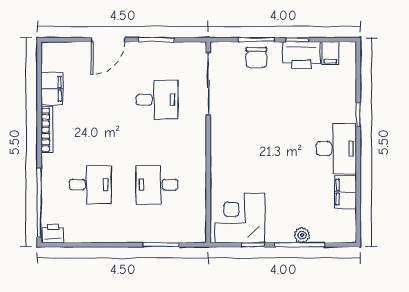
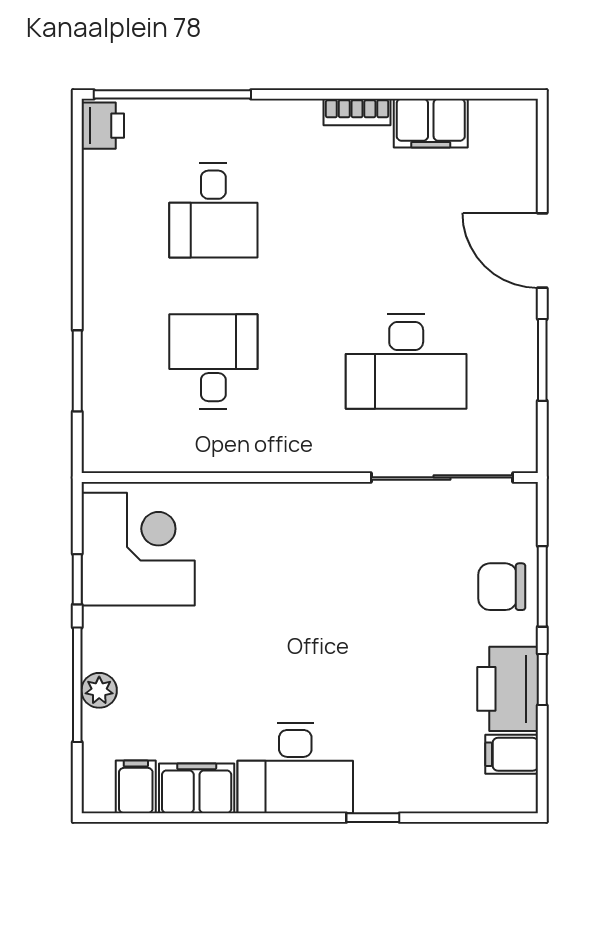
desk: (157, 100) -> (406, 362), width x1.37
bookcase: (47, 130) -> (357, 112), width x0.64
filing cabinet: (345, 219) -> (136, 787), added

